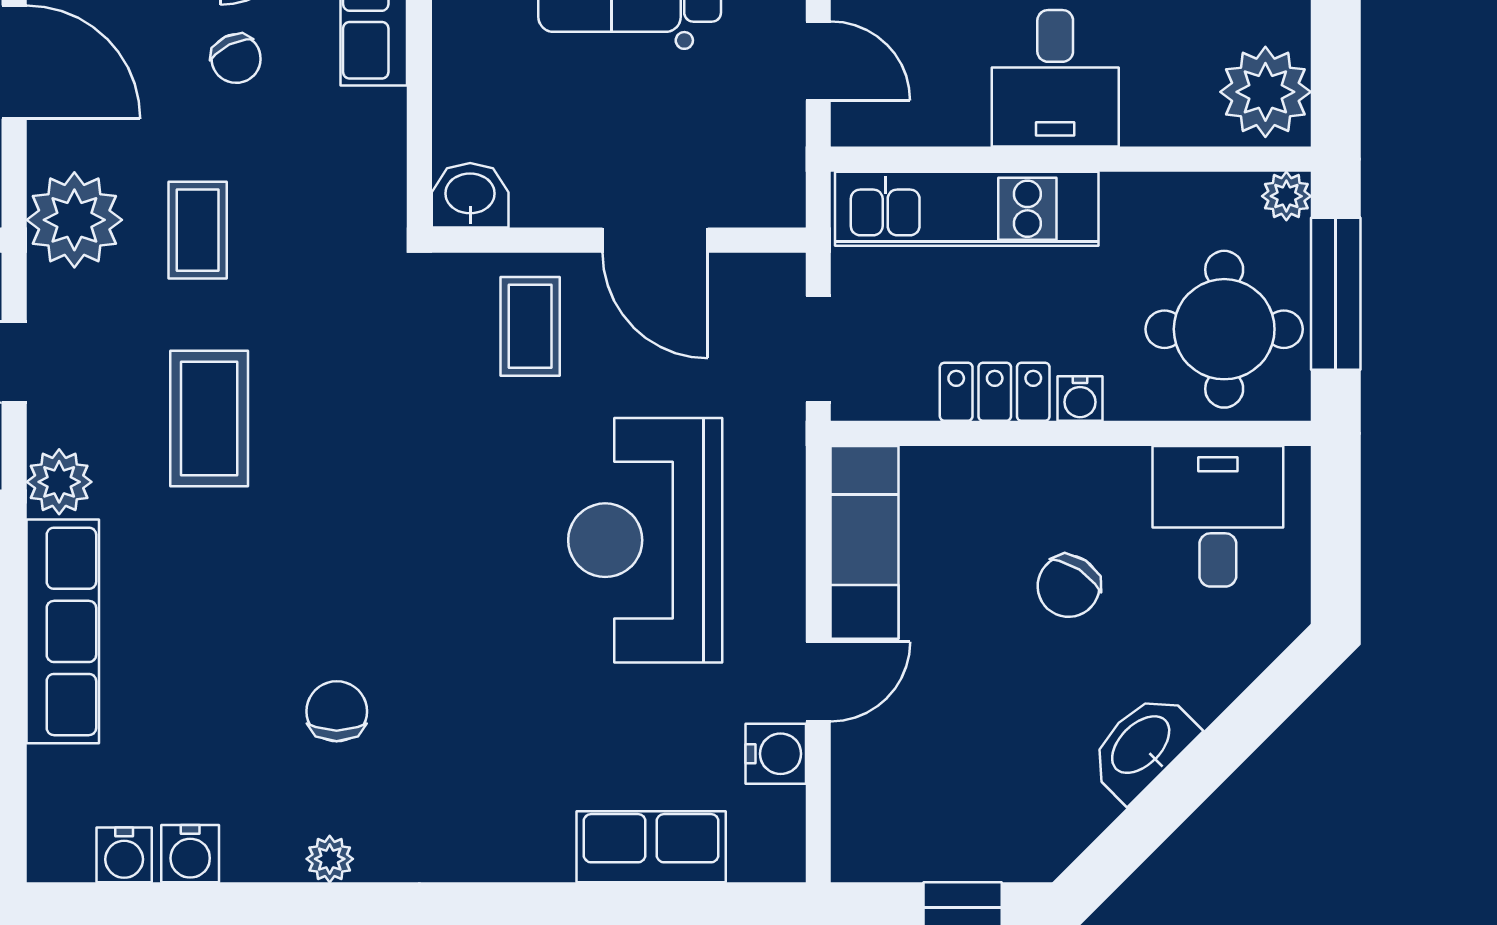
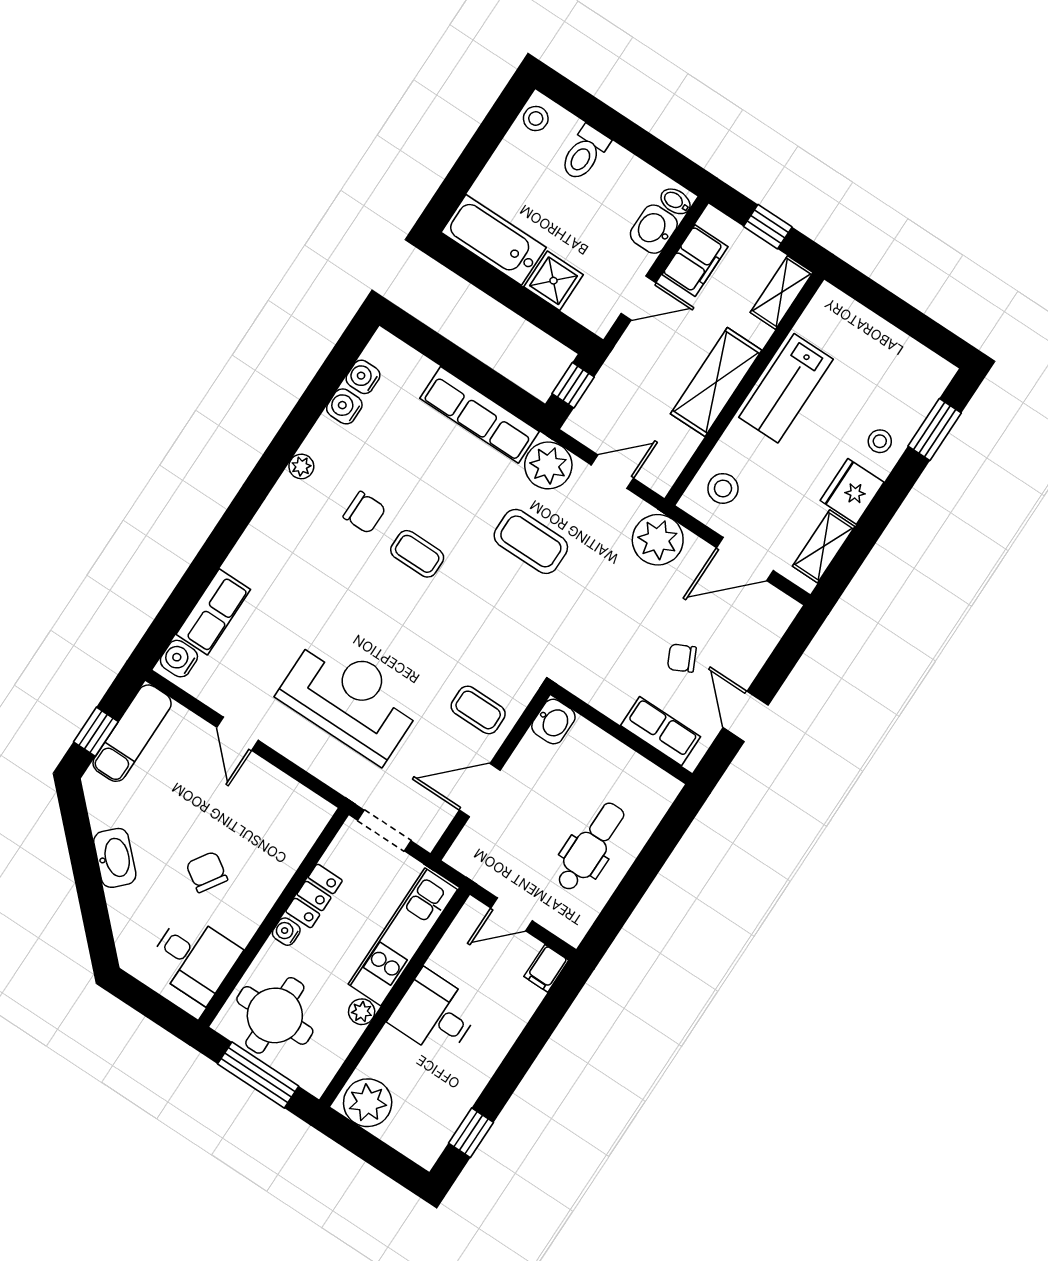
plant: (1286, 196) -> (362, 1012), moved
coffee table: (198, 230) -> (417, 554), moved
plant: (59, 482) -> (548, 465), width x1.36, depth x1.36
exam couch: (865, 542) -> (132, 733), moved, turned -90
water cooler: (776, 754) -> (179, 659), moved, turned 90

